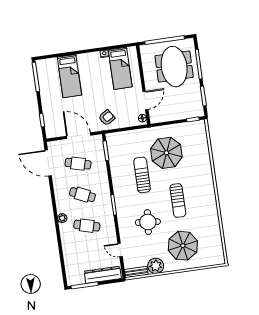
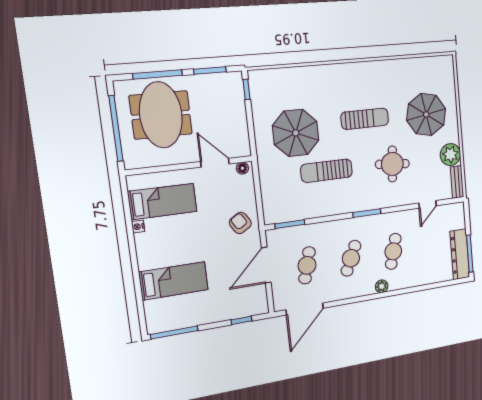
meeting table: (174, 67) -> (161, 115), turned 90
dresser: (103, 275) -> (460, 254), moved

